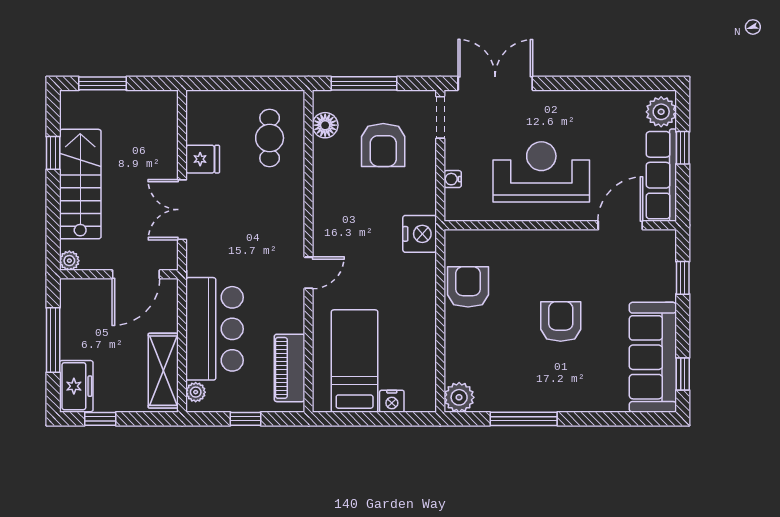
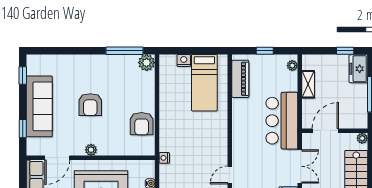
nightstand: (420, 234) -> (164, 158), width x0.53, depth x0.56
plant: (559, 240) -> (91, 150), added
door: (309, 273) -> (230, 175), moved
bar counter: (214, 329) -> (282, 121), moved
sofa: (653, 357) -> (39, 106), moved
shelving: (163, 371) -> (308, 84), width x0.67, depth x0.75
window: (524, 419) -> (125, 51), moved

